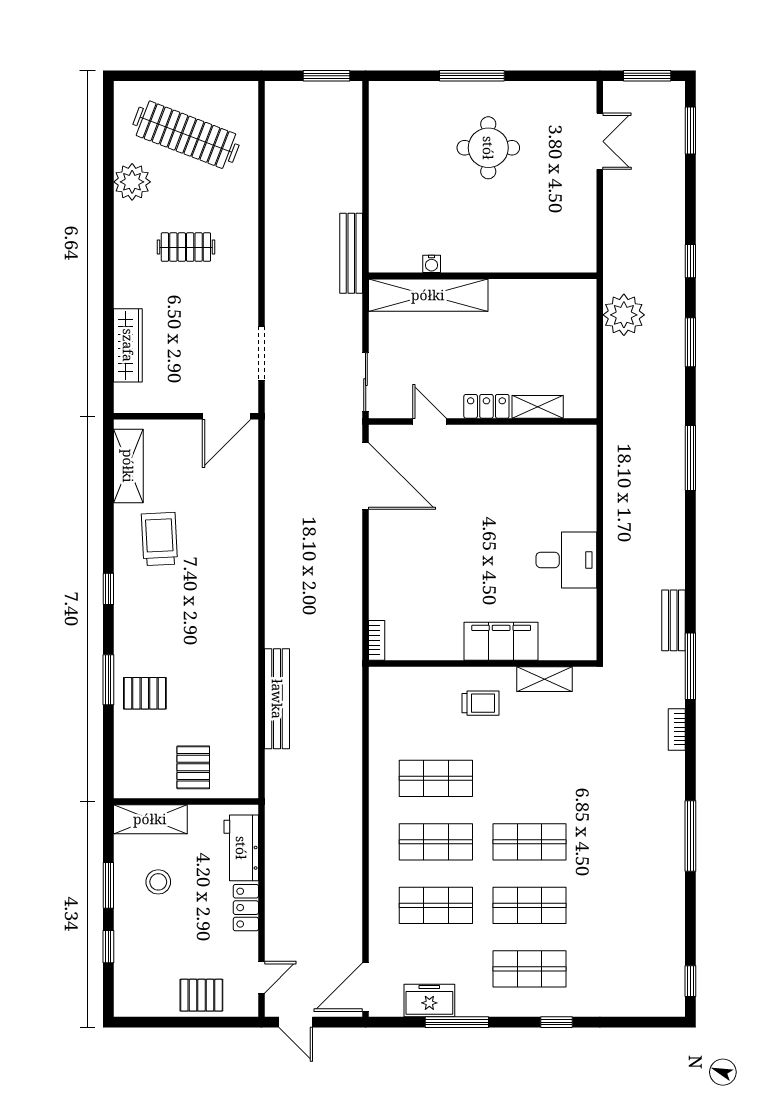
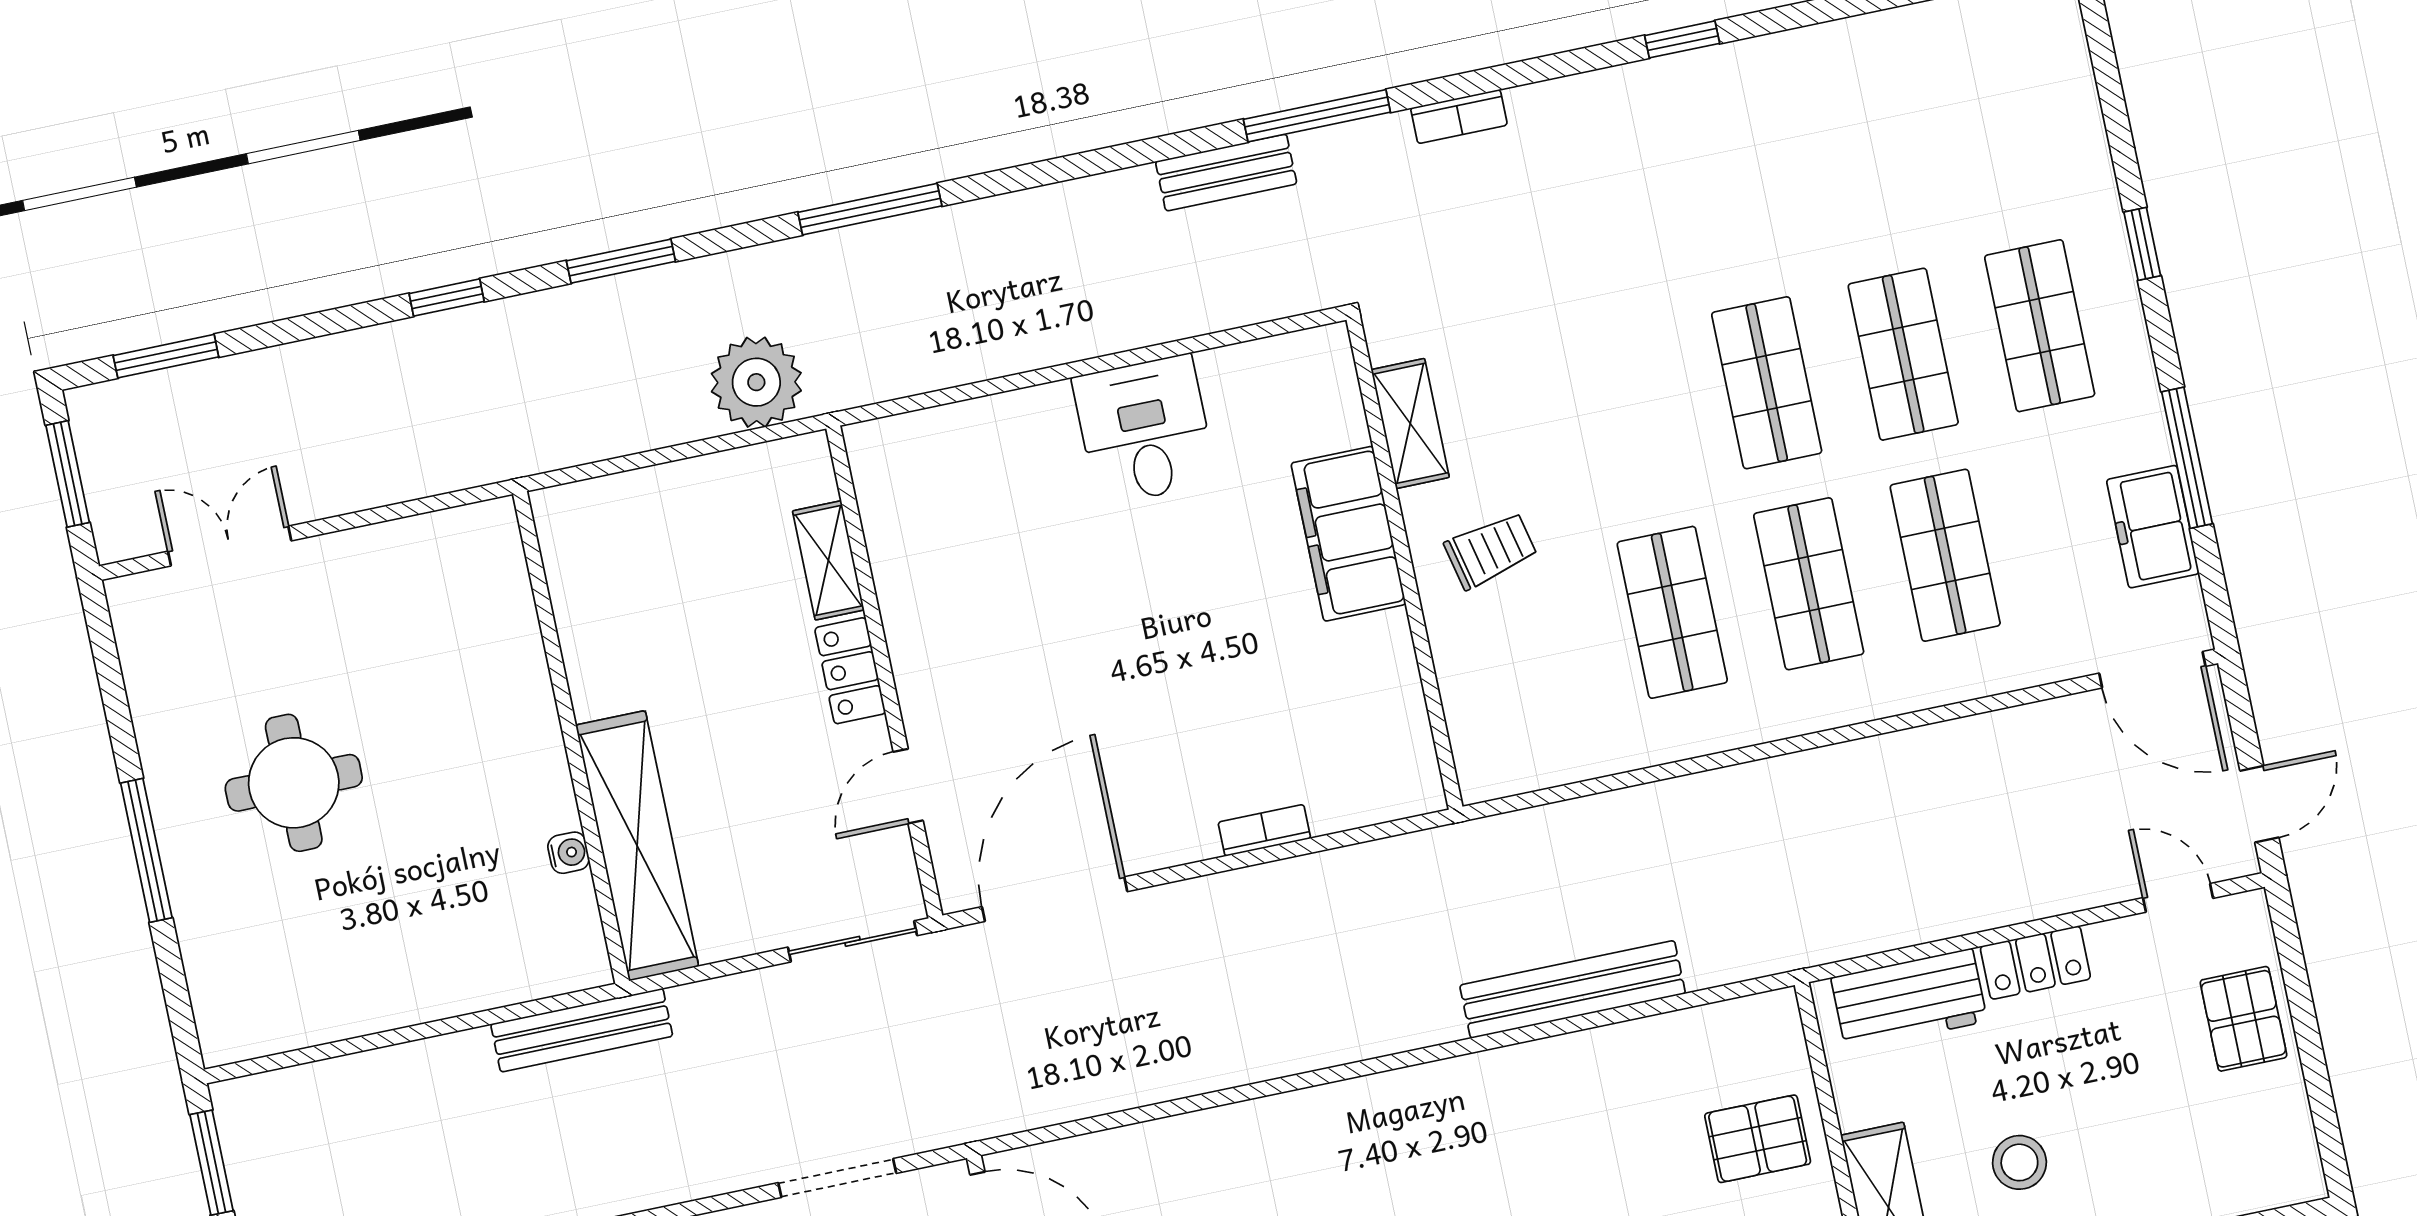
plant: (624, 315) -> (756, 382), moved
bookcase: (377, 640) -> (1264, 830), moved
trolley: (480, 703) -> (1491, 550), turned 77
window: (690, 836) -> (1682, 39), width x0.46

